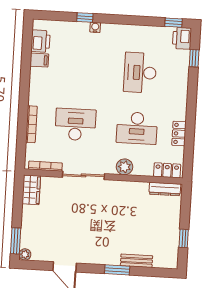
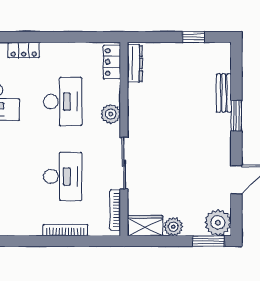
desk: (75, 124) -> (63, 176), turned 180
locker: (179, 134) -> (24, 50), moved
plant: (29, 213) -> (173, 227), added
plant: (25, 254) -> (218, 223), width x1.88, depth x1.88

